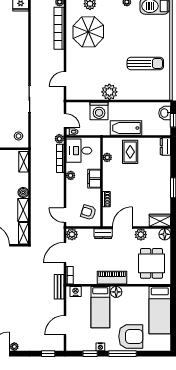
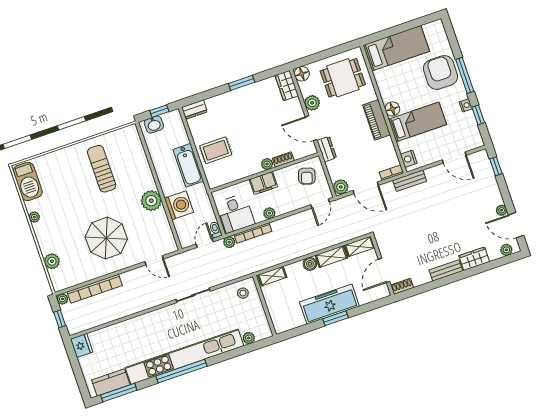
parasol: (88, 32) -> (106, 238), moved
plant: (107, 157) -> (267, 164), moved

